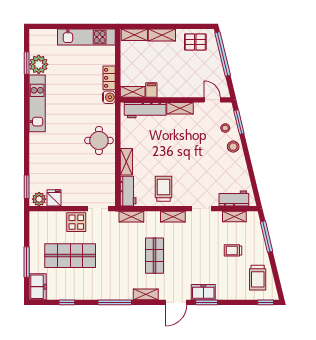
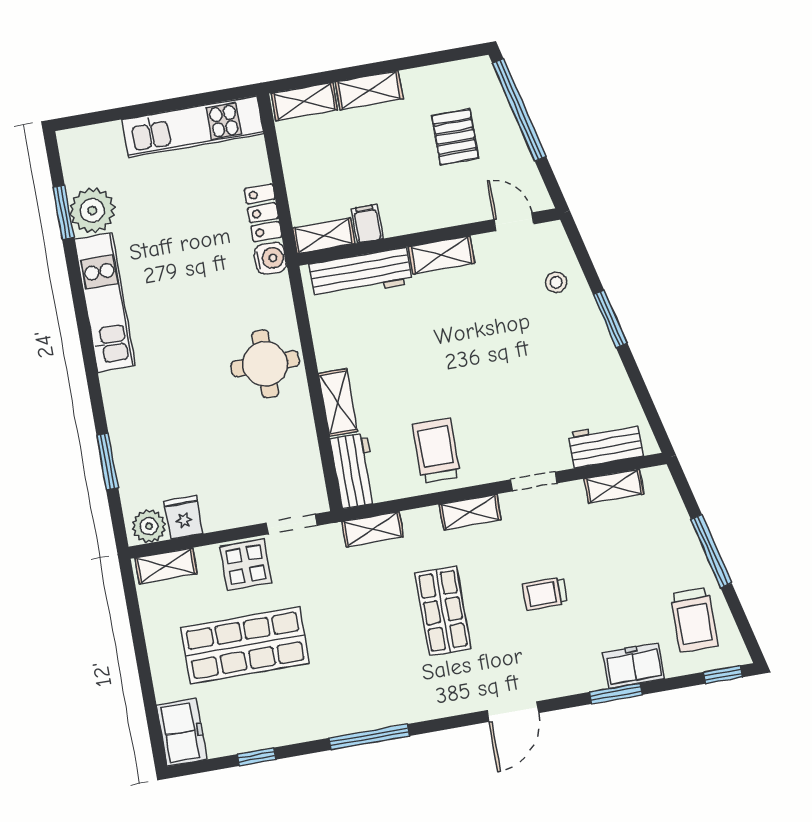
pallet: (195, 42) -> (455, 137), moved, turned 90
window: (239, 122) -> (610, 319), moved
stool: (233, 147) -> (582, 323), removed
window: (27, 187) -> (107, 462), moved
window: (266, 237) -> (711, 551), moved
trolley: (233, 250) -> (545, 594), moved
window: (27, 262) -> (146, 679), removed
freezer: (203, 292) -> (634, 666), moved
shelving: (146, 294) -> (166, 566), moved
window: (207, 302) -> (616, 693), moved

